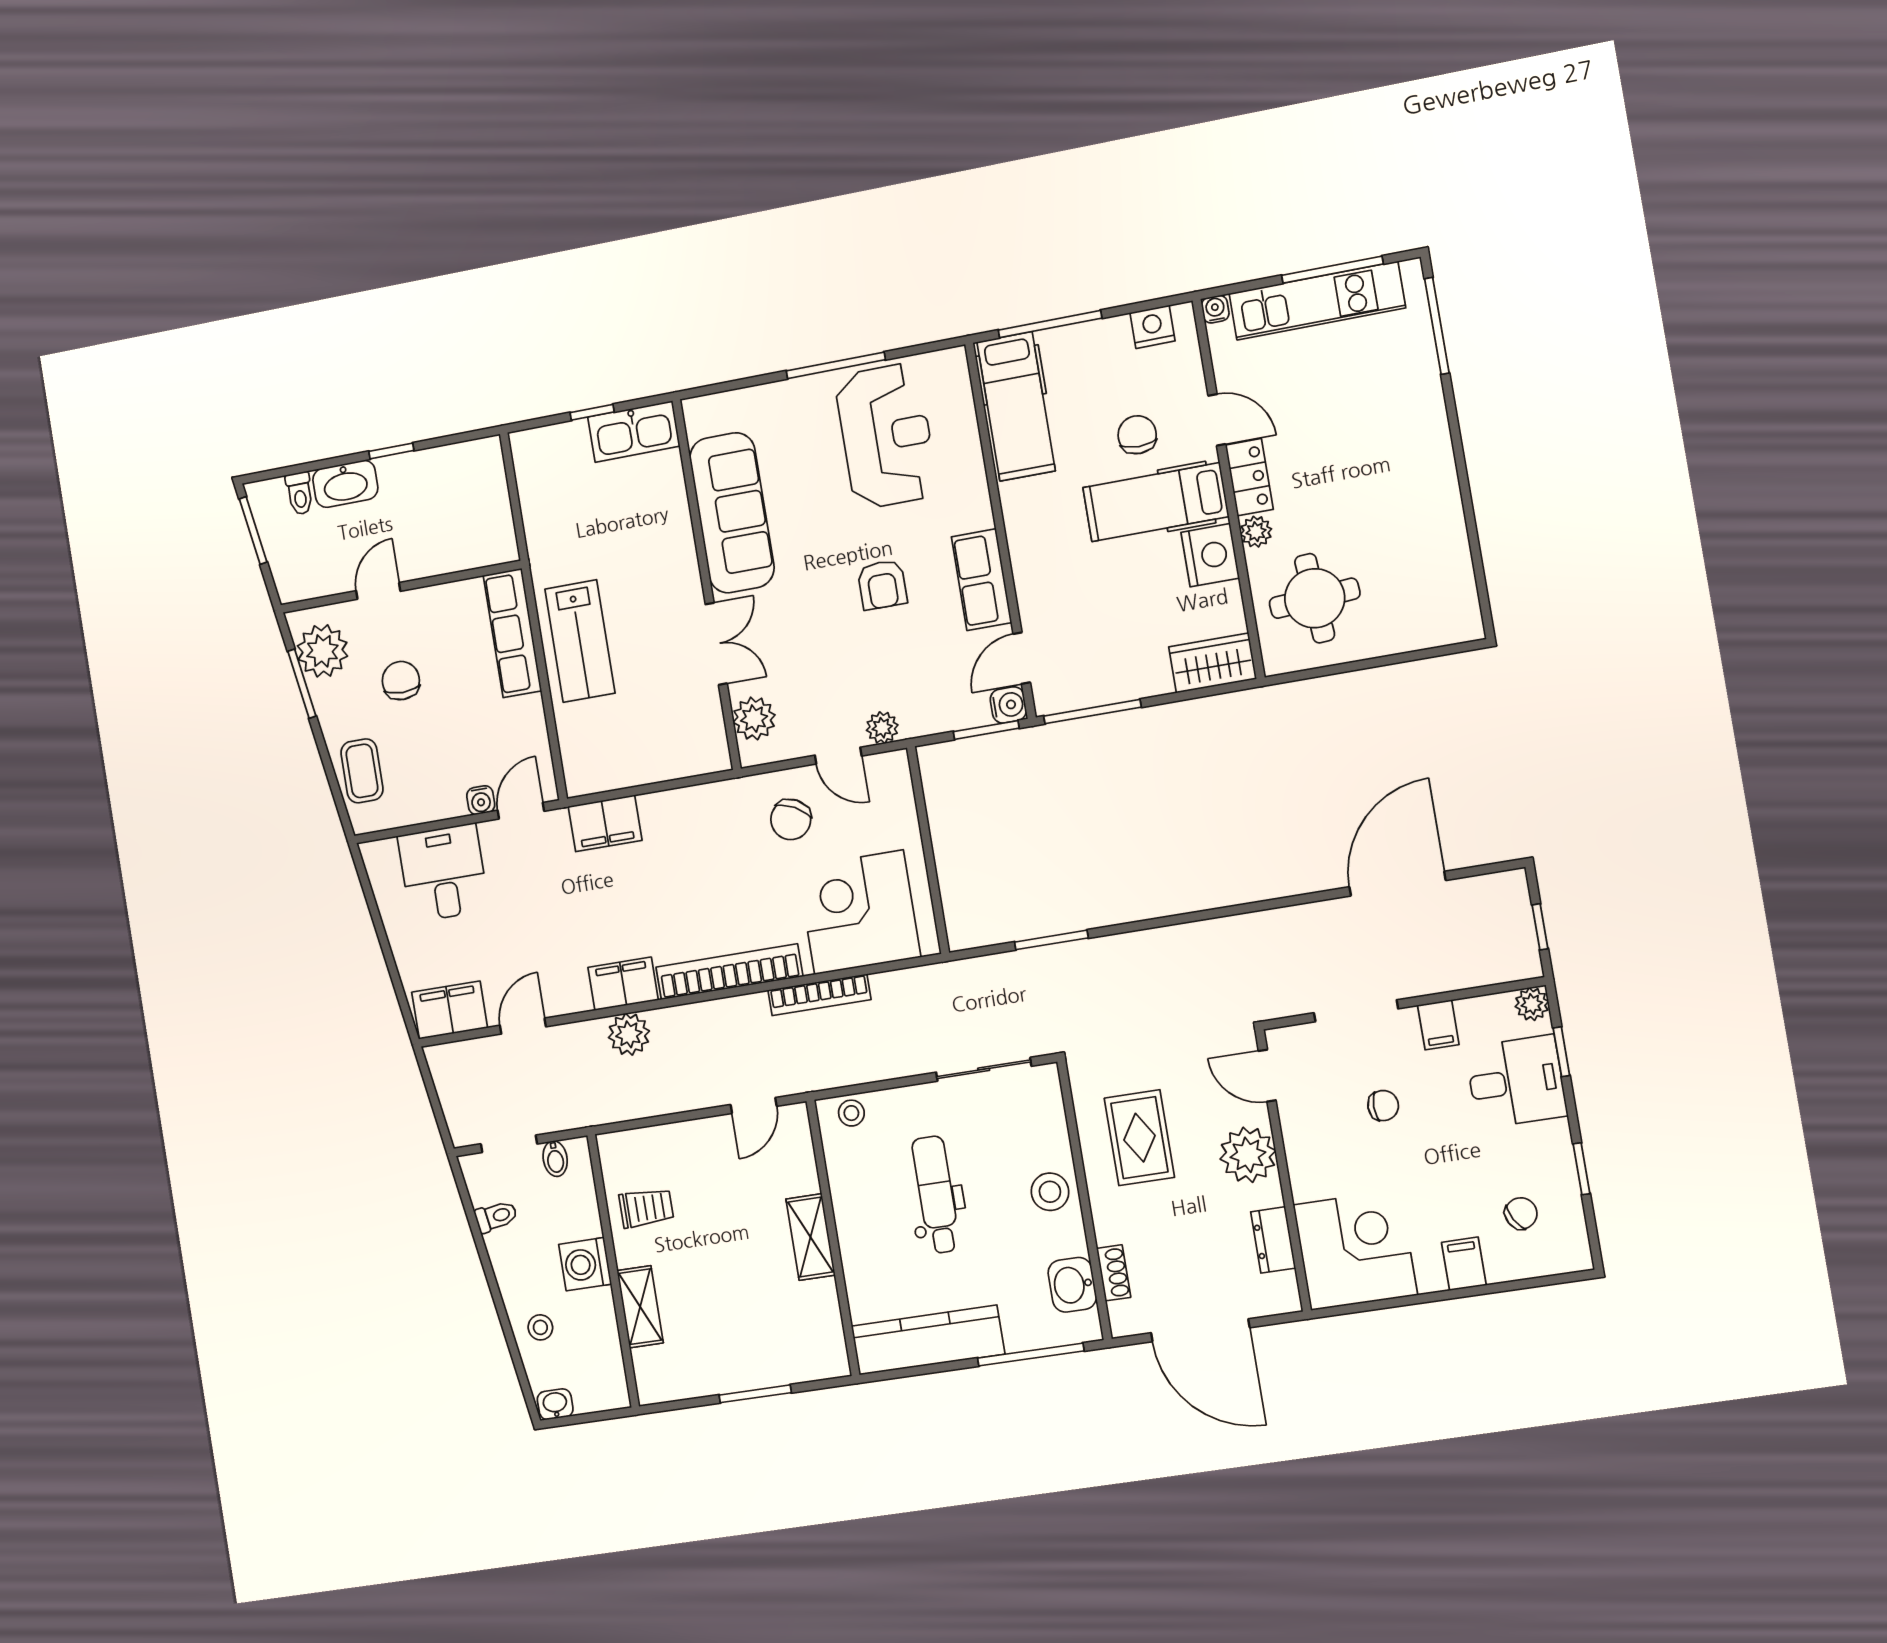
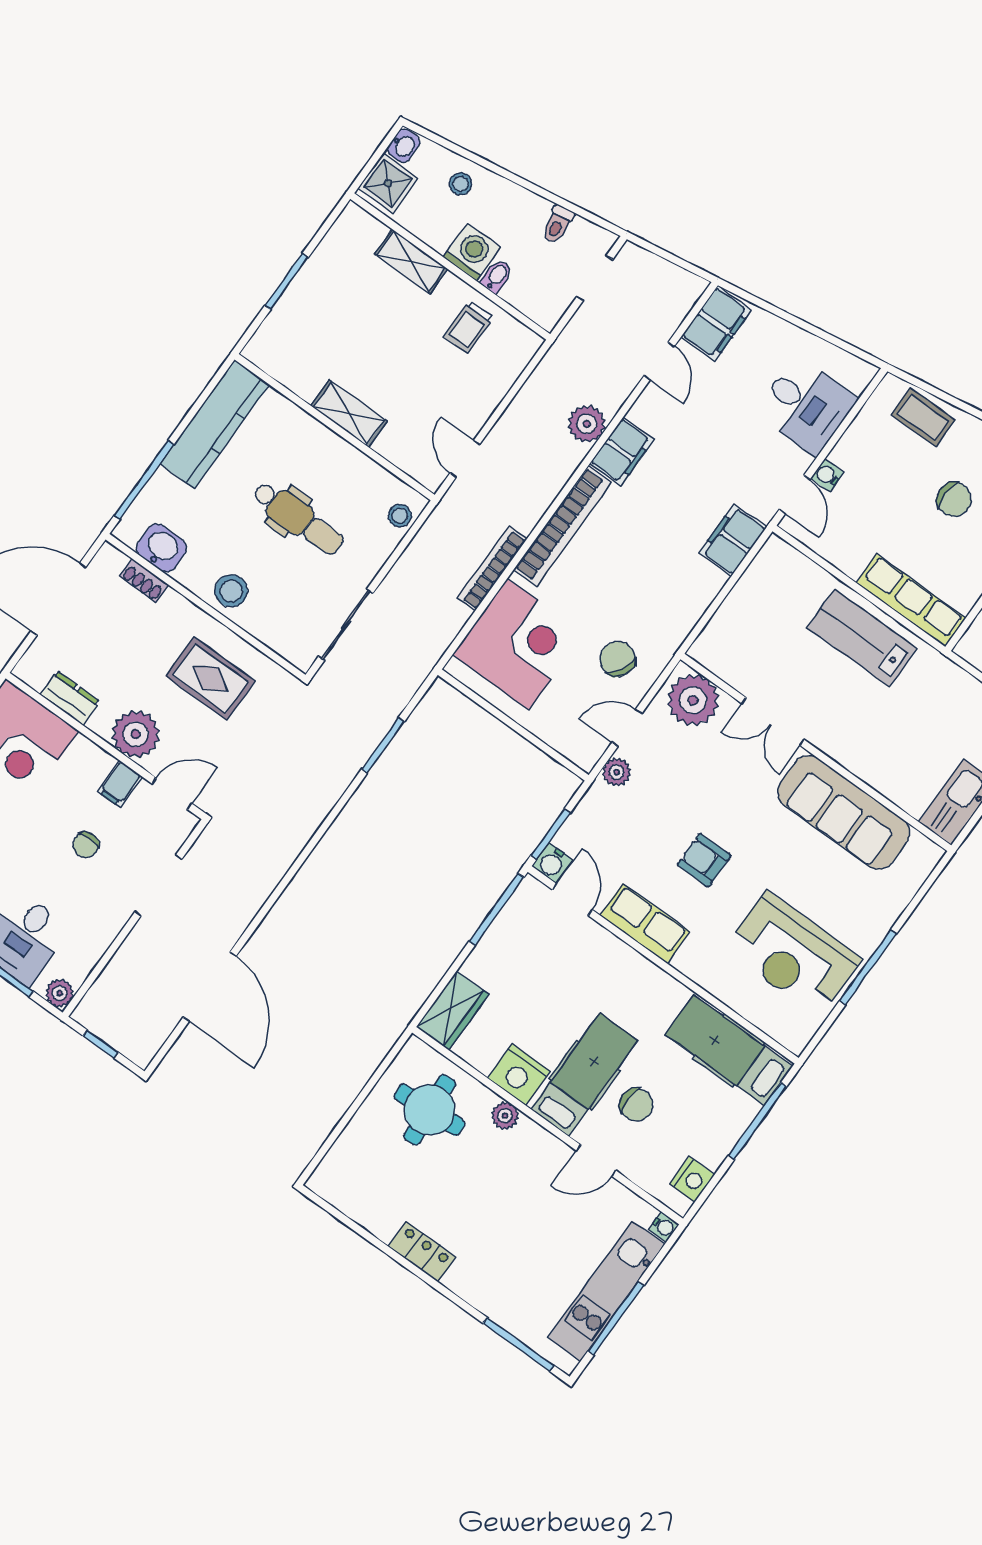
locker: (1249, 477) -> (422, 1252), moved, turned 180
plant: (754, 719) -> (693, 700), width x1.36, depth x1.36
filing cabinet: (1438, 1025) -> (120, 784), moved, turned -90
bidet: (555, 1159) -> (497, 276), moved, turned 90
shower: (597, 1388) -> (388, 183), added

